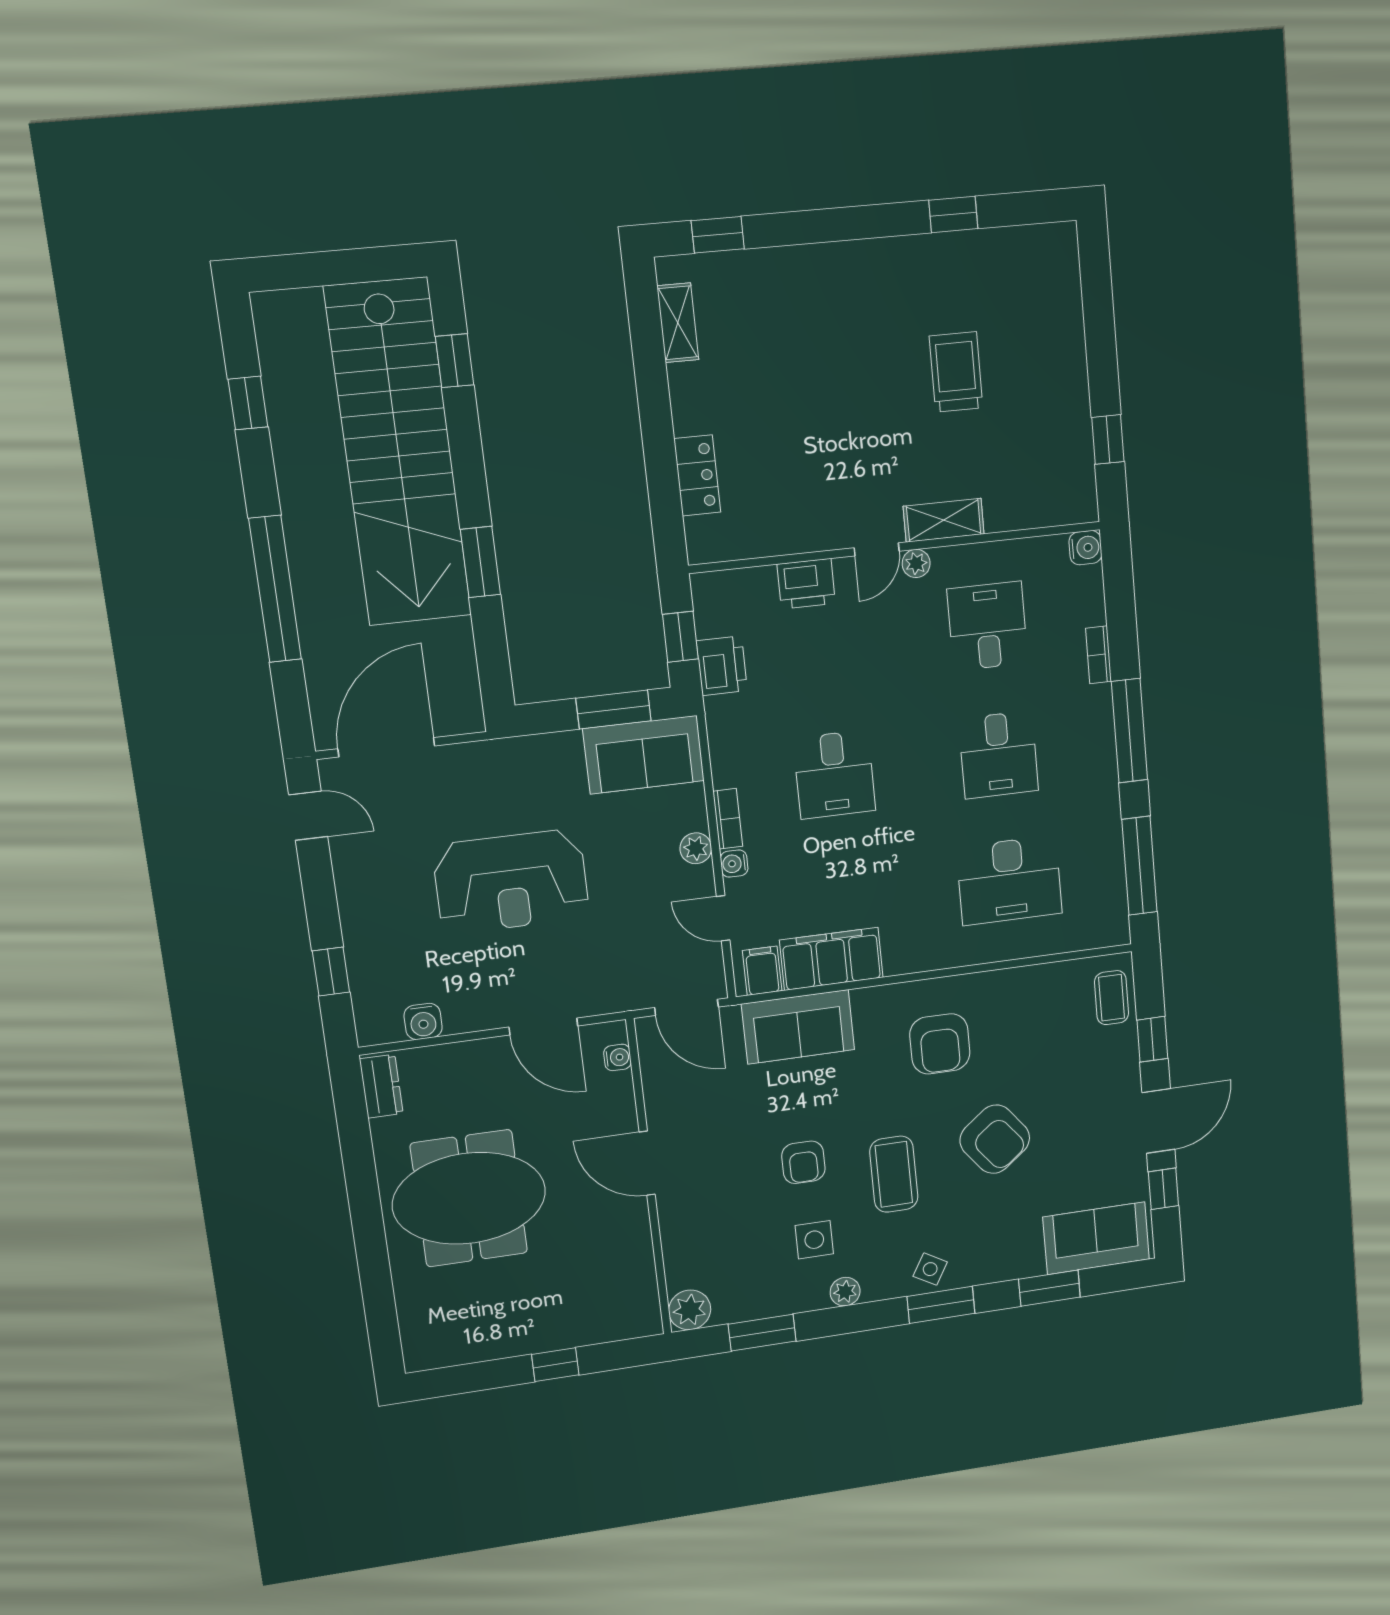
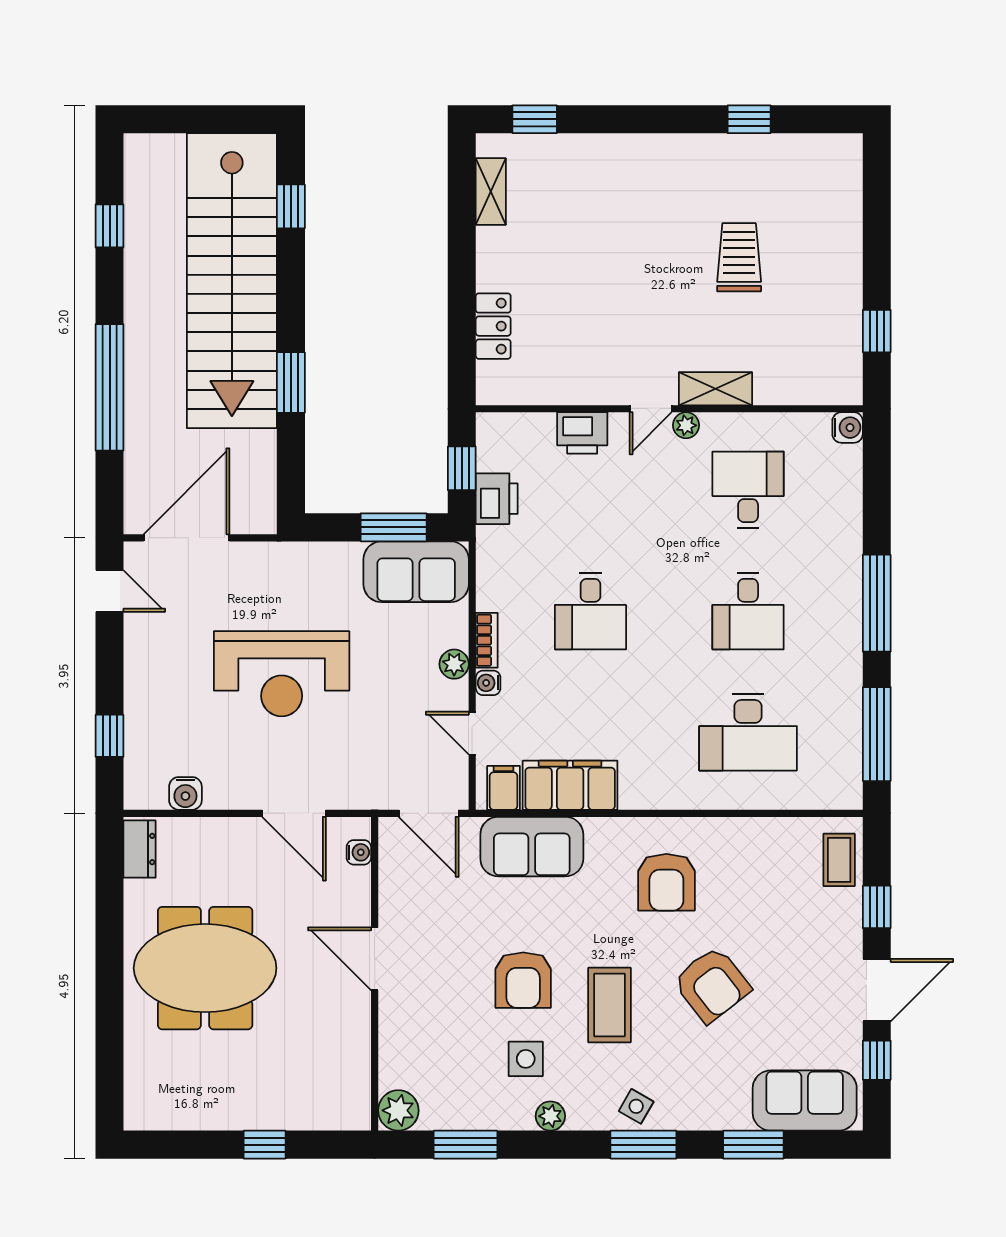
bookcase: (1099, 655) -> (852, 528), removed
armchair: (803, 1162) -> (523, 980), width x1.38, depth x1.38

